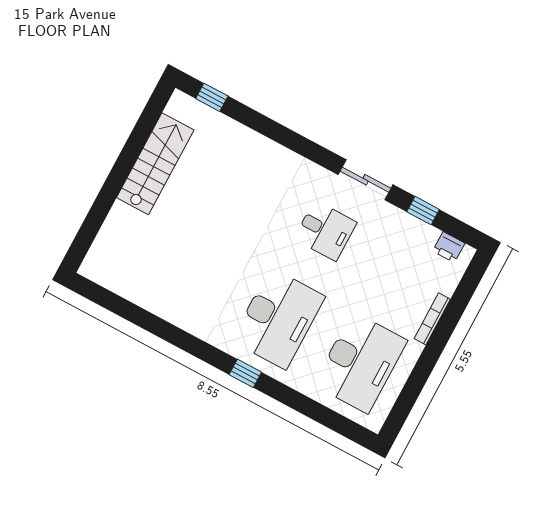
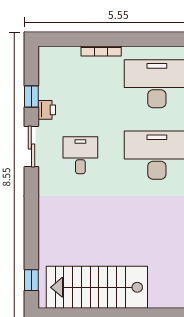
stairs: (155, 164) -> (97, 287), width x1.36, depth x1.51
printer: (449, 247) -> (47, 110), moved

